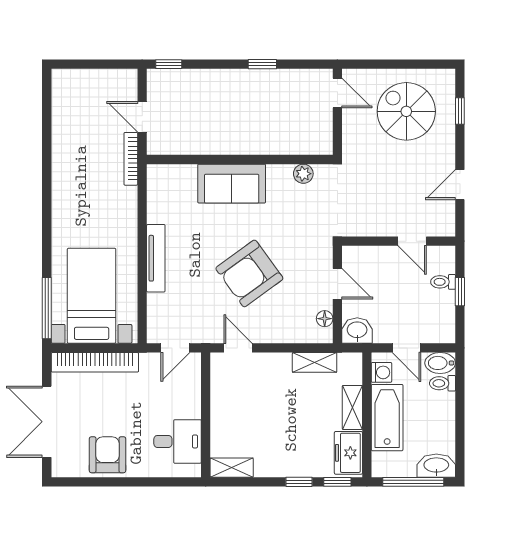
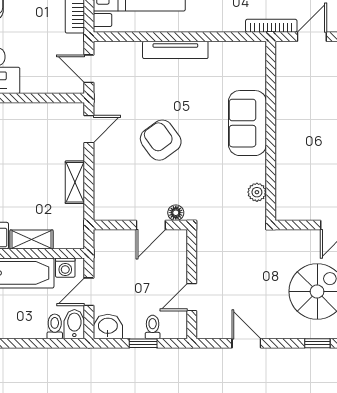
armchair: (249, 273) -> (161, 140), width x0.73, depth x0.73
floor lamp: (325, 319) -> (176, 213), moved
washbasin: (357, 331) -> (108, 327), moved, turned -90
shelving: (315, 362) -> (75, 182), moved

